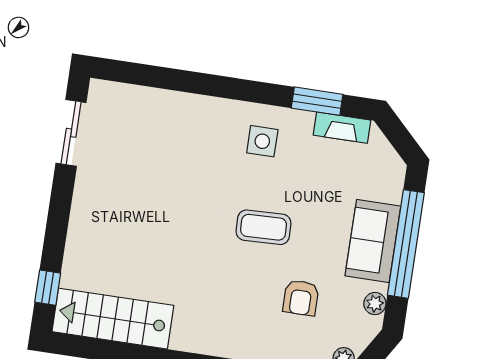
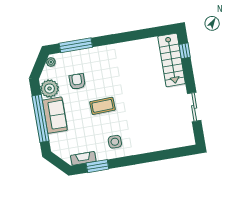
sliding door: (71, 133) -> (194, 107), moved
plant: (375, 304) -> (50, 89), width x1.88, depth x1.88
stairs: (113, 319) -> (172, 60), moved, turned 90

